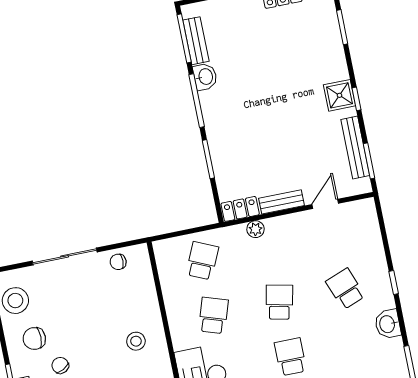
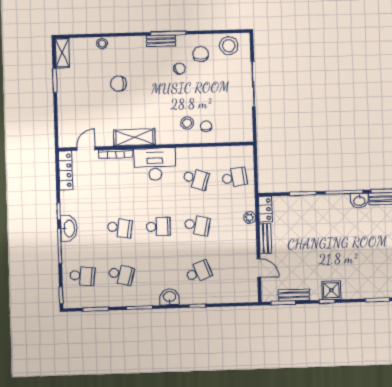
bench: (355, 147) -> (294, 295), width x0.73
school desk: (202, 261) -> (234, 178), turned -33
chair: (118, 262) -> (206, 126), moved

